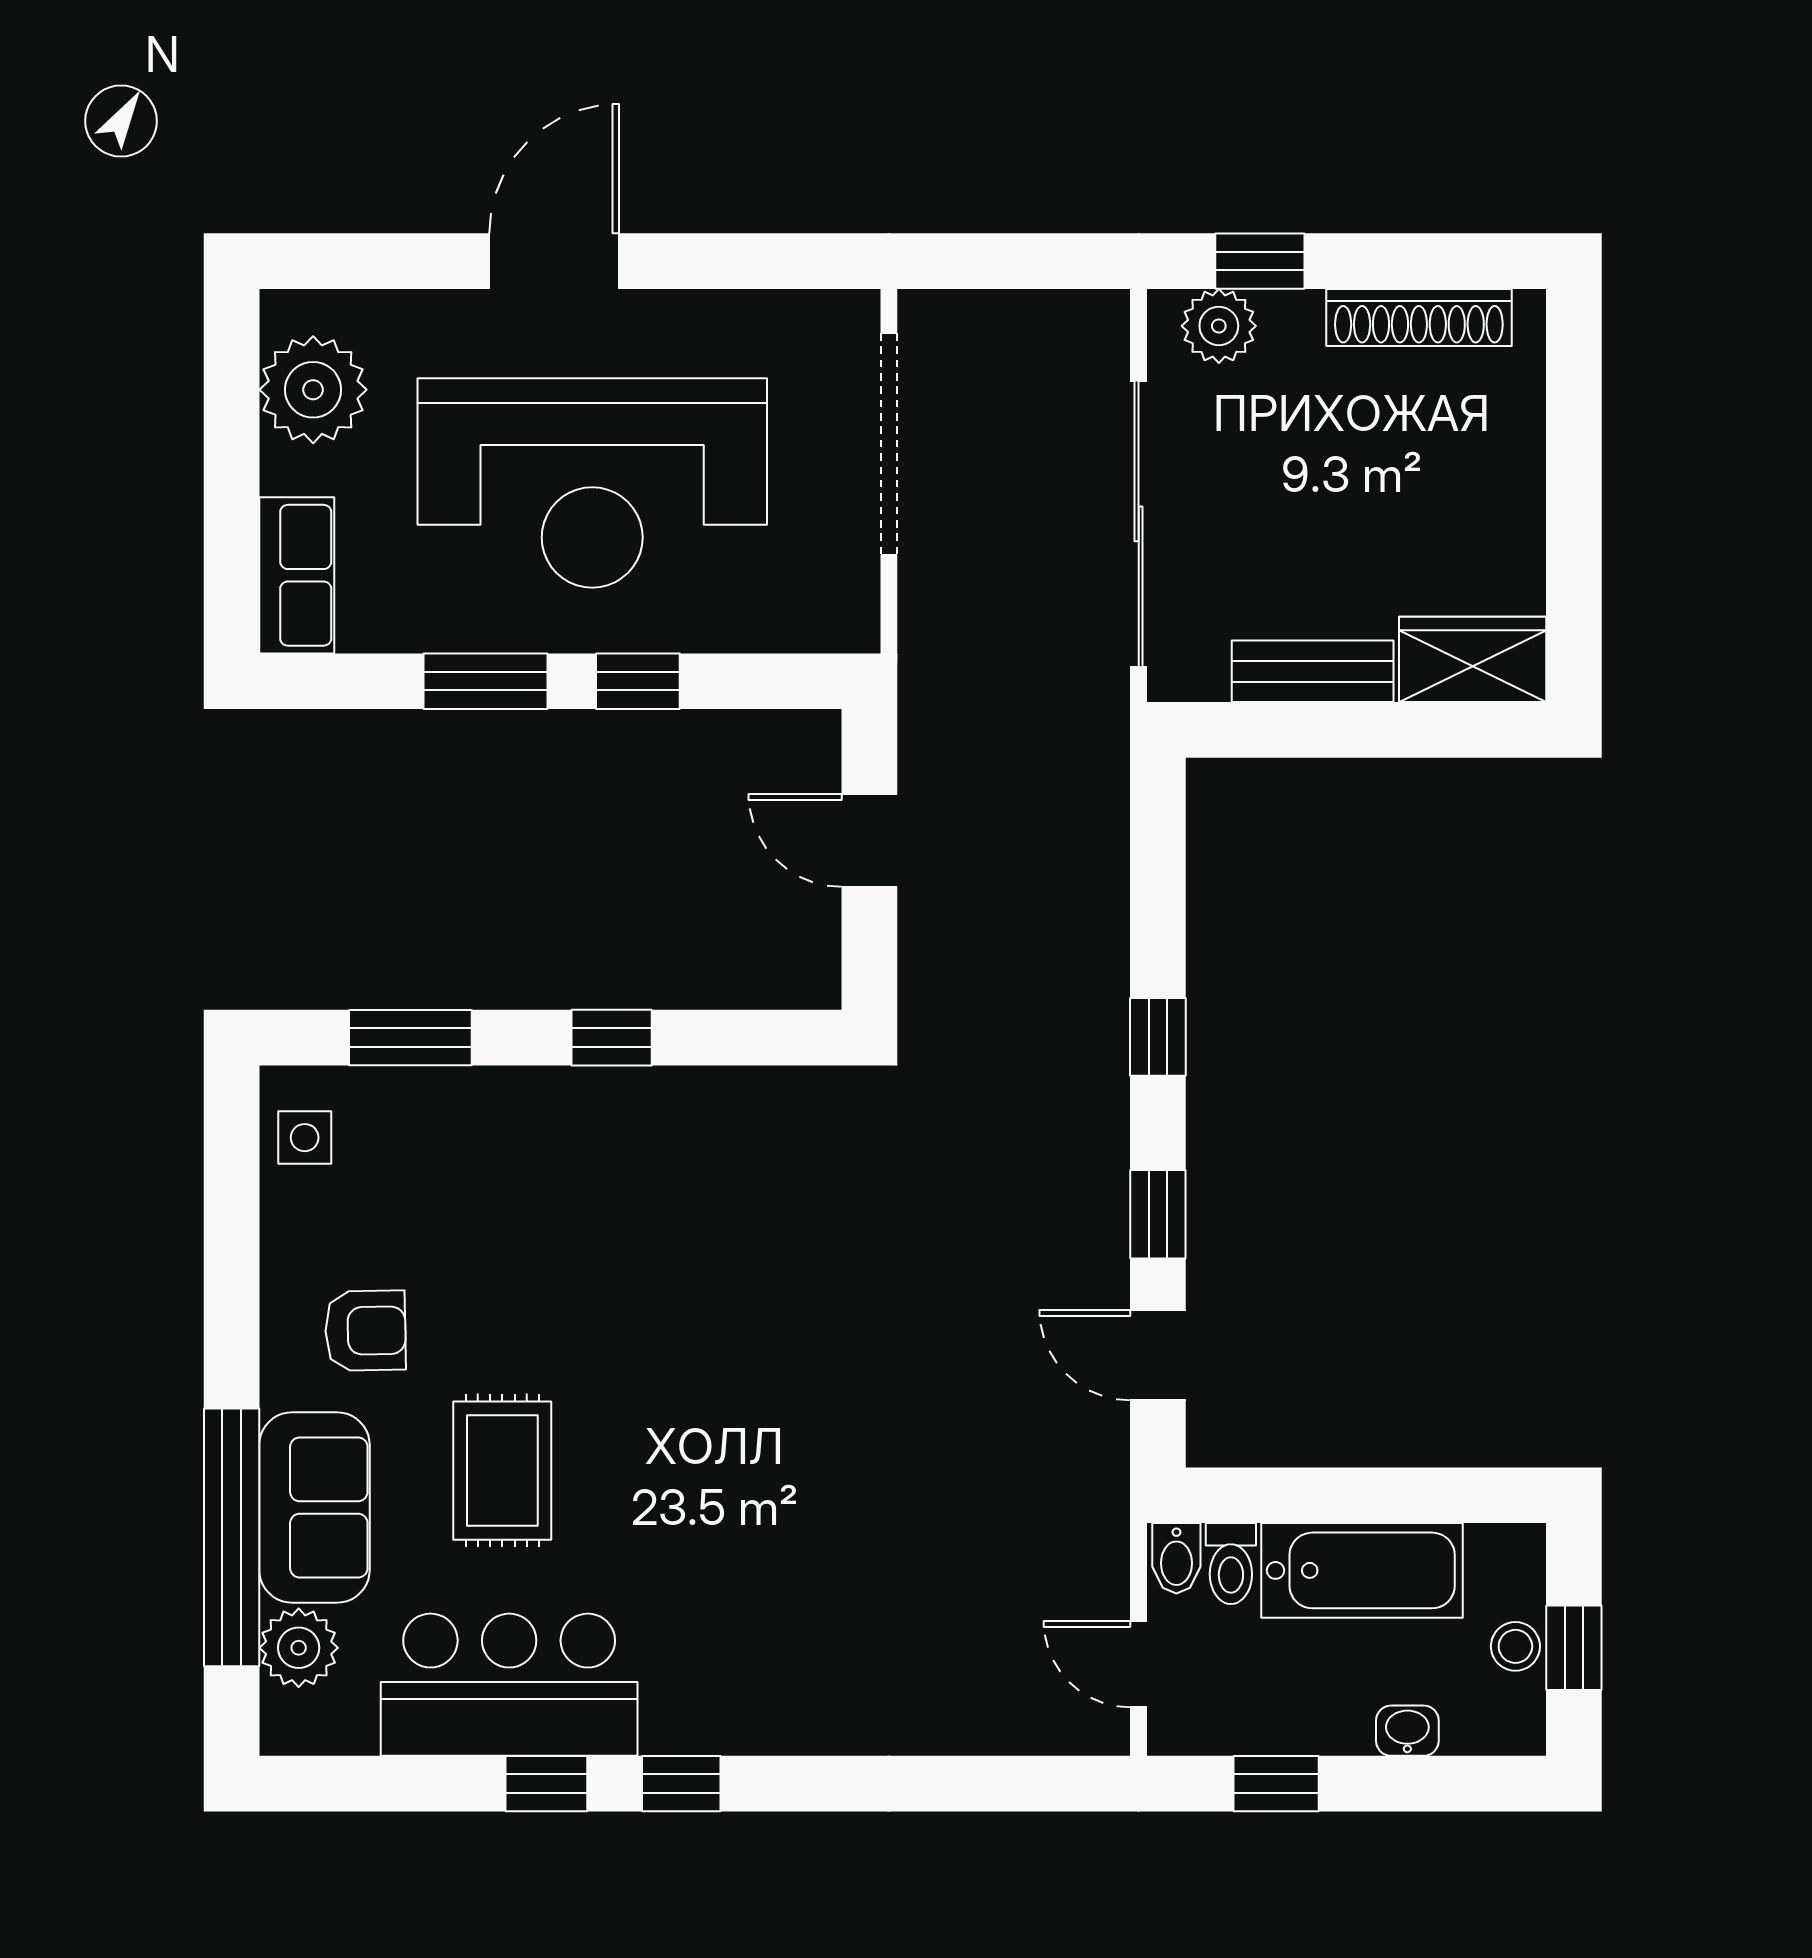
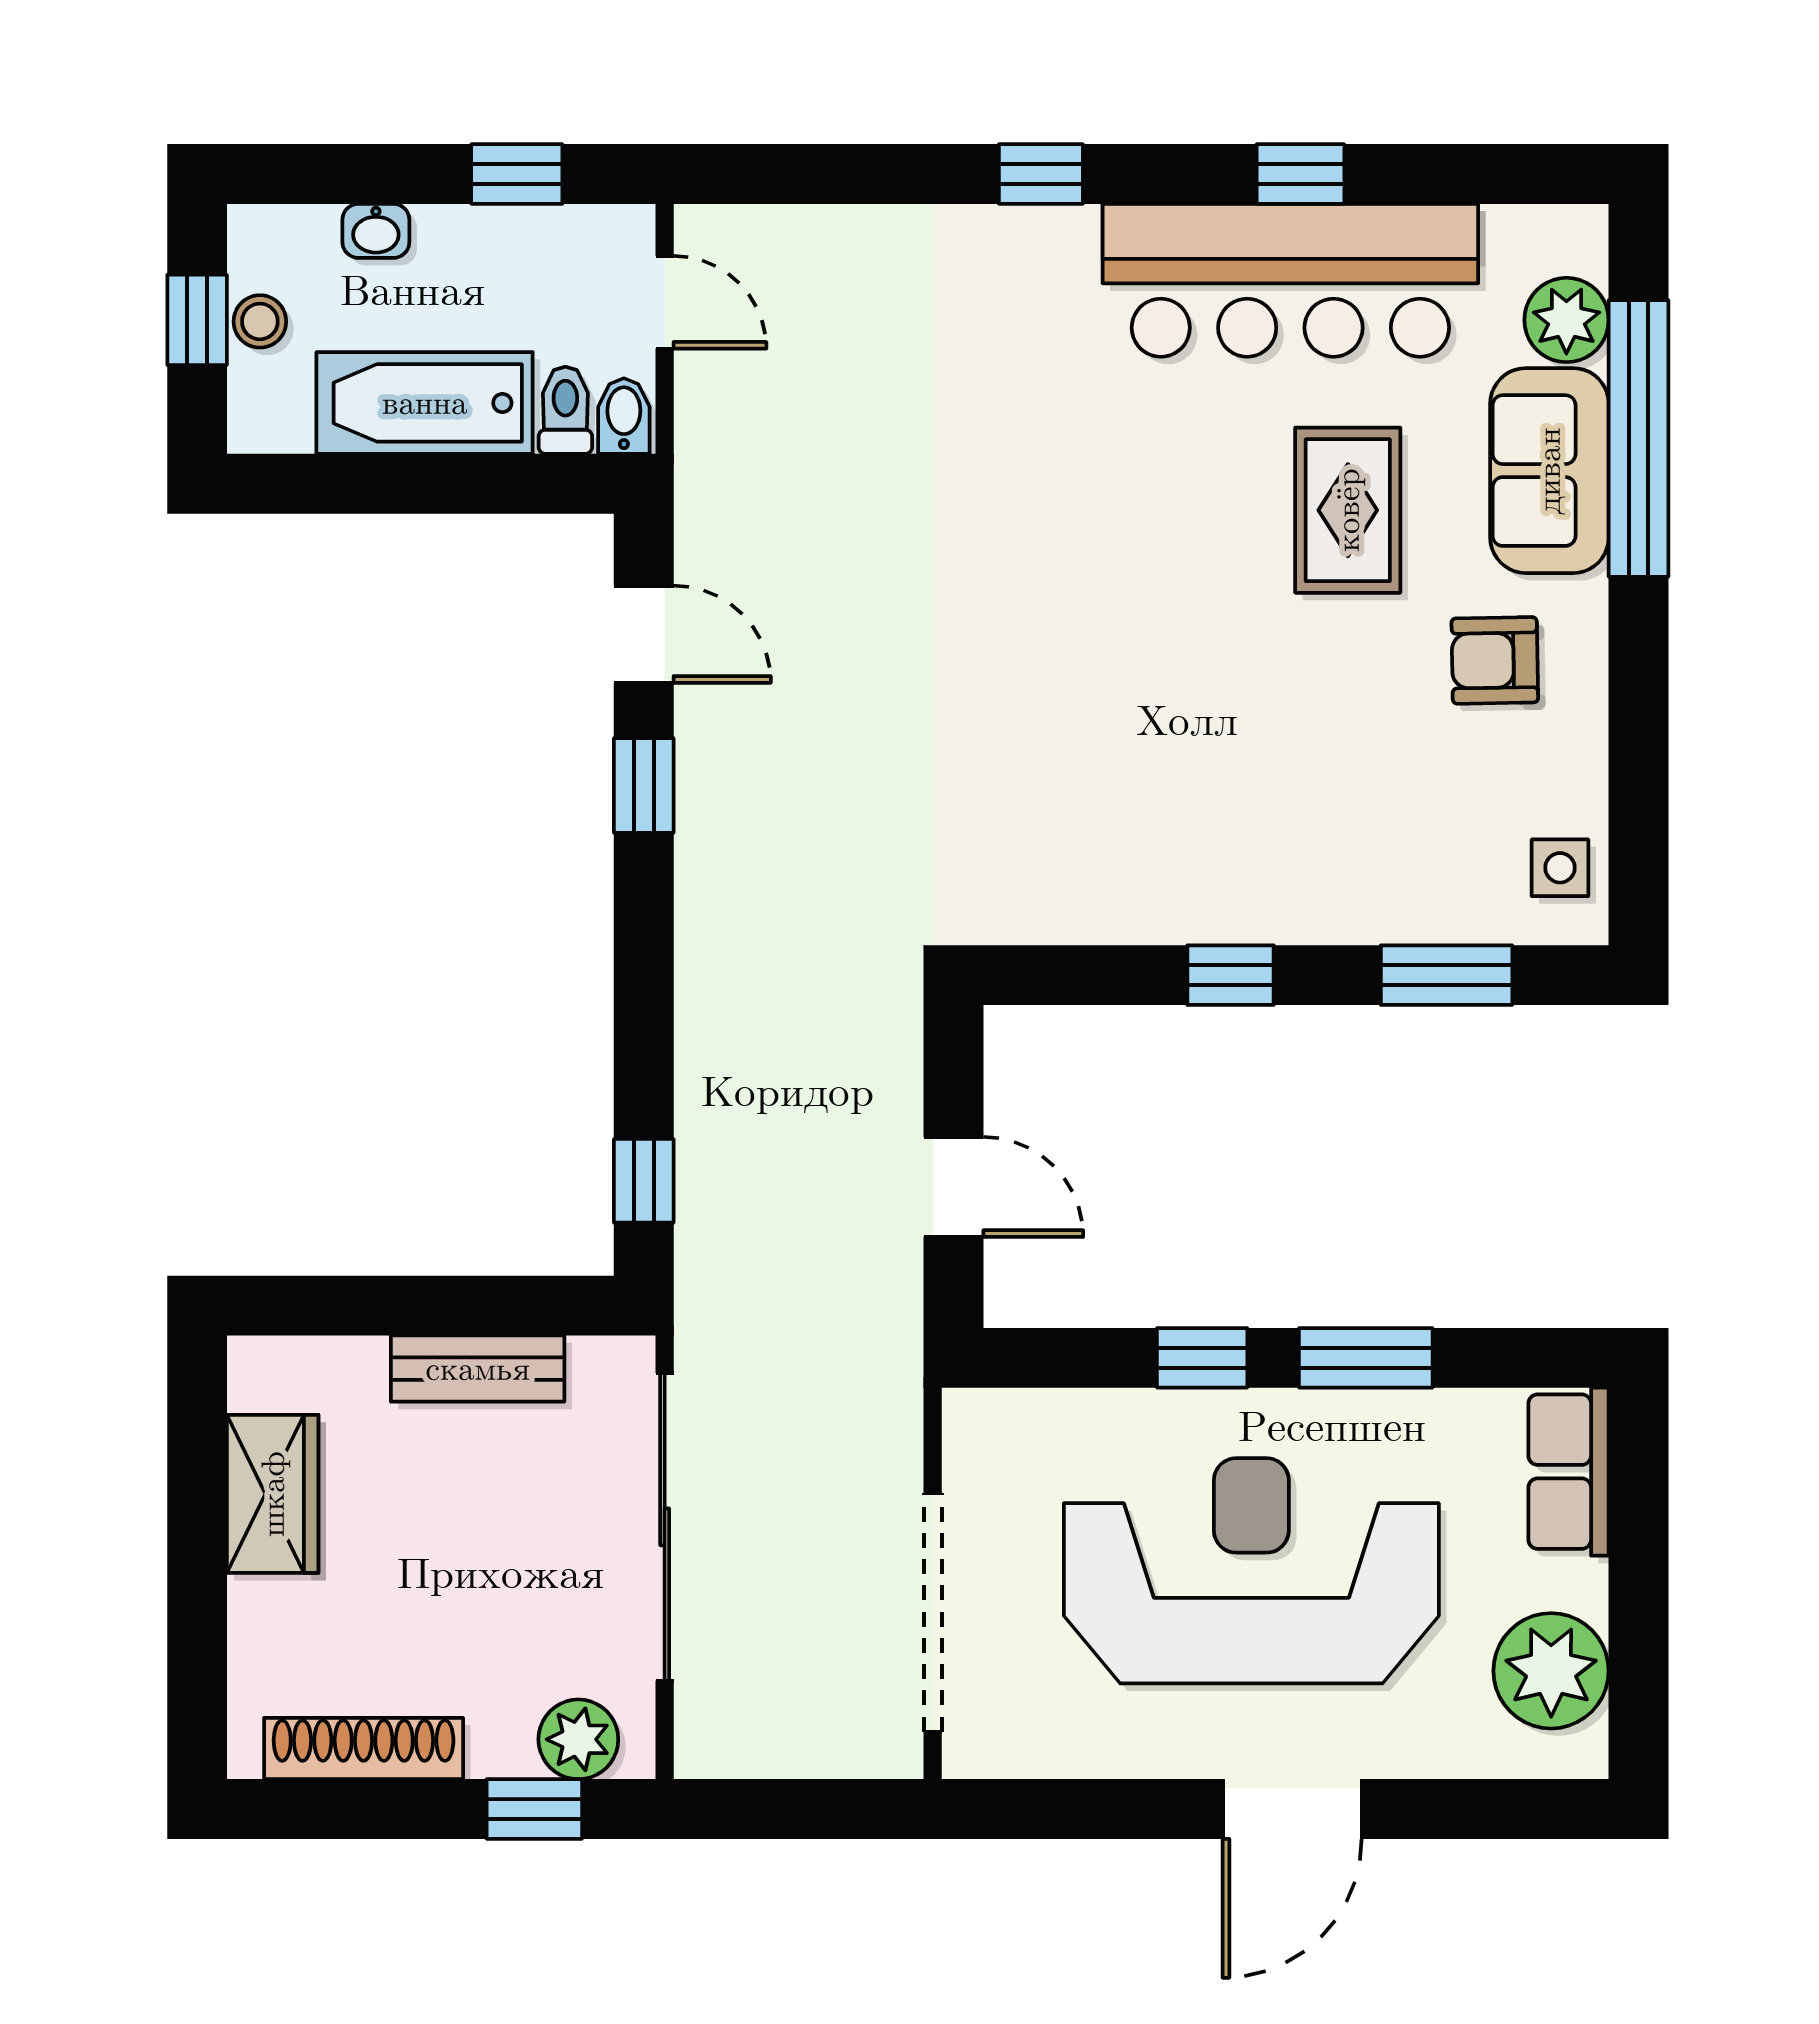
wardrobe: (1473, 659) -> (273, 1494), moved, turned -90
window: (1158, 1037) -> (644, 1181), moved
bar counter: (509, 1685) -> (1290, 280), width x1.36
window: (681, 1784) -> (1041, 174), moved

